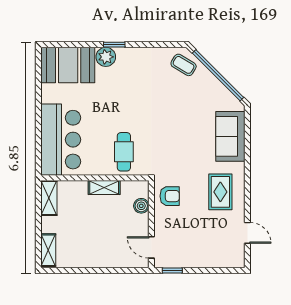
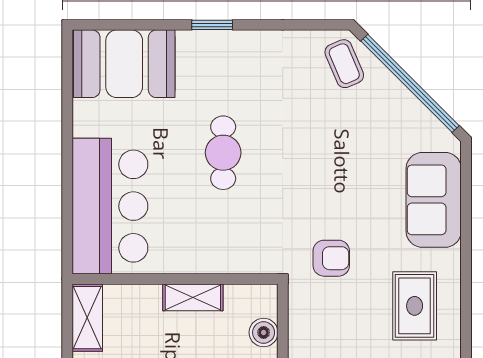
plant: (106, 57) -> (196, 48), removed
coffee table: (184, 65) -> (344, 64), turned 36
cafe table: (124, 152) -> (223, 153), moved
armchair: (170, 196) -> (331, 258), moved

